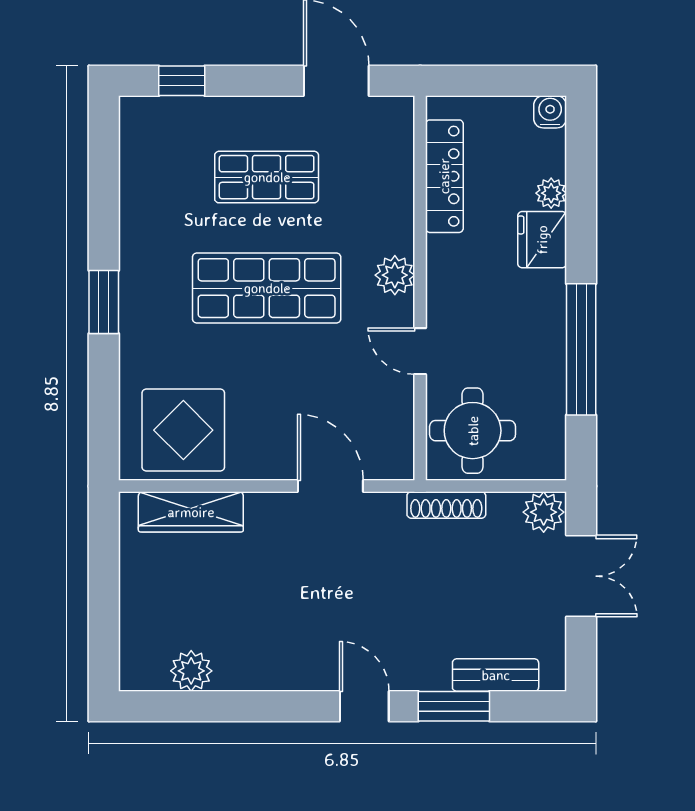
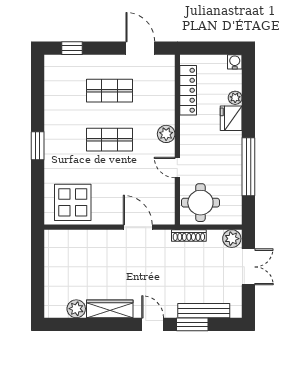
shop shelf: (267, 288) -> (110, 140), width x0.70, depth x0.74
wardrobe: (191, 512) -> (110, 309), moved, turned 180
bench: (496, 675) -> (204, 311), width x1.36

